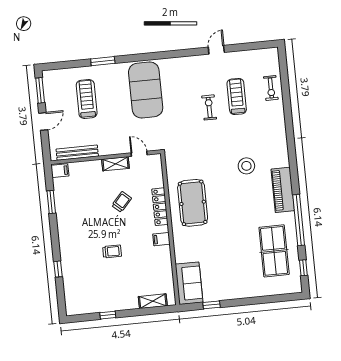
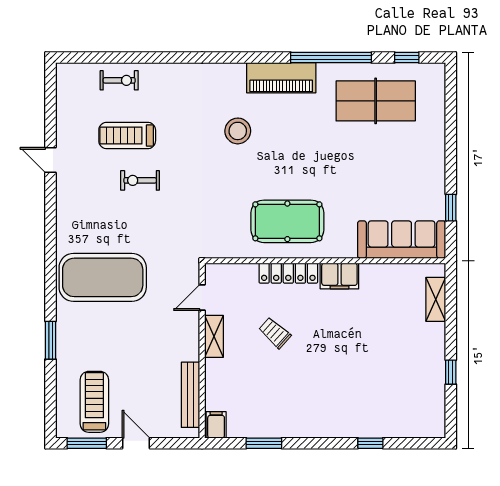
treadmill: (87, 99) -> (94, 402), moved, turned 90
filing cabinet: (161, 239) -> (339, 276), width x2.00
trolley: (112, 251) -> (351, 356), removed
sofa: (189, 283) -> (402, 240), width x1.36

